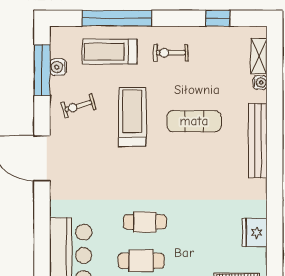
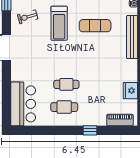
treadmill: (132, 117) -> (59, 23), turned 180

